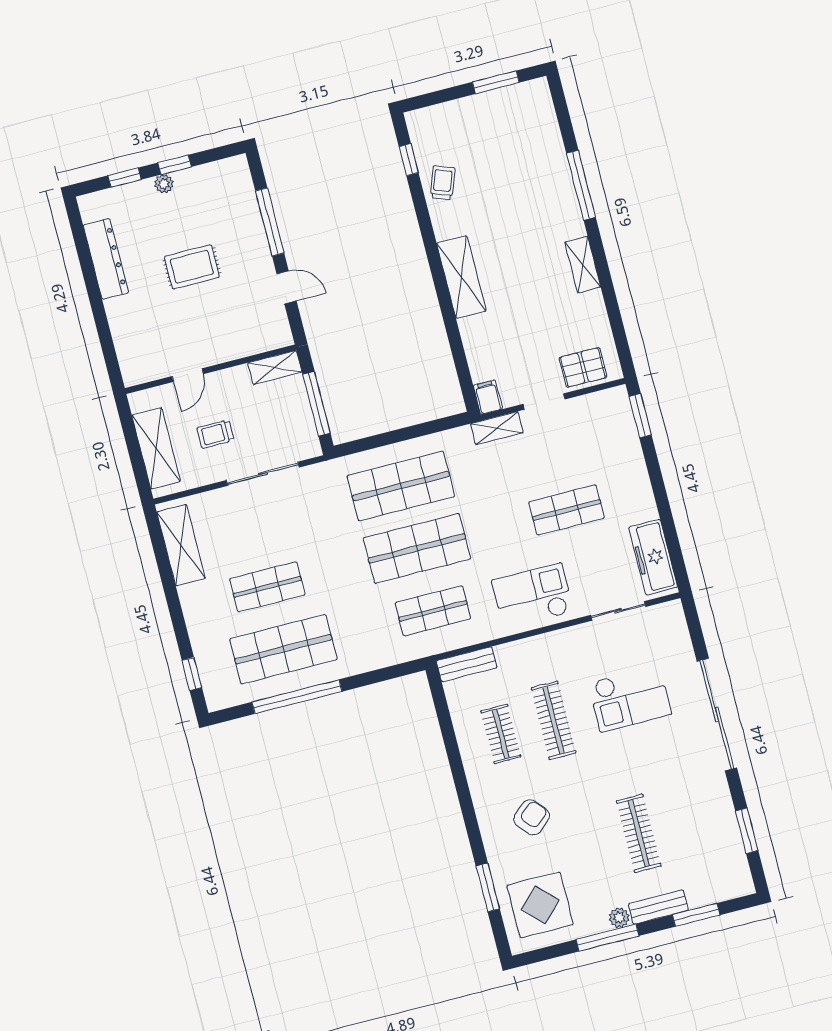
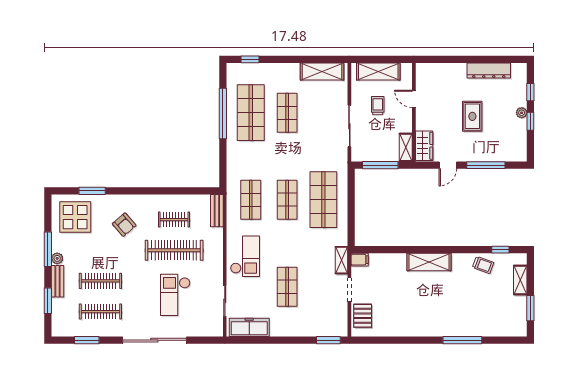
shelving: (583, 265) -> (520, 280), moved, turned 90
wardrobe: (264, 337) -> (424, 146), added
shop shelf: (417, 548) -> (287, 200), width x0.70, depth x0.74
clothes rail: (554, 720) -> (174, 250), width x1.37, depth x1.31
clothes rail: (691, 820) -> (100, 312), added

